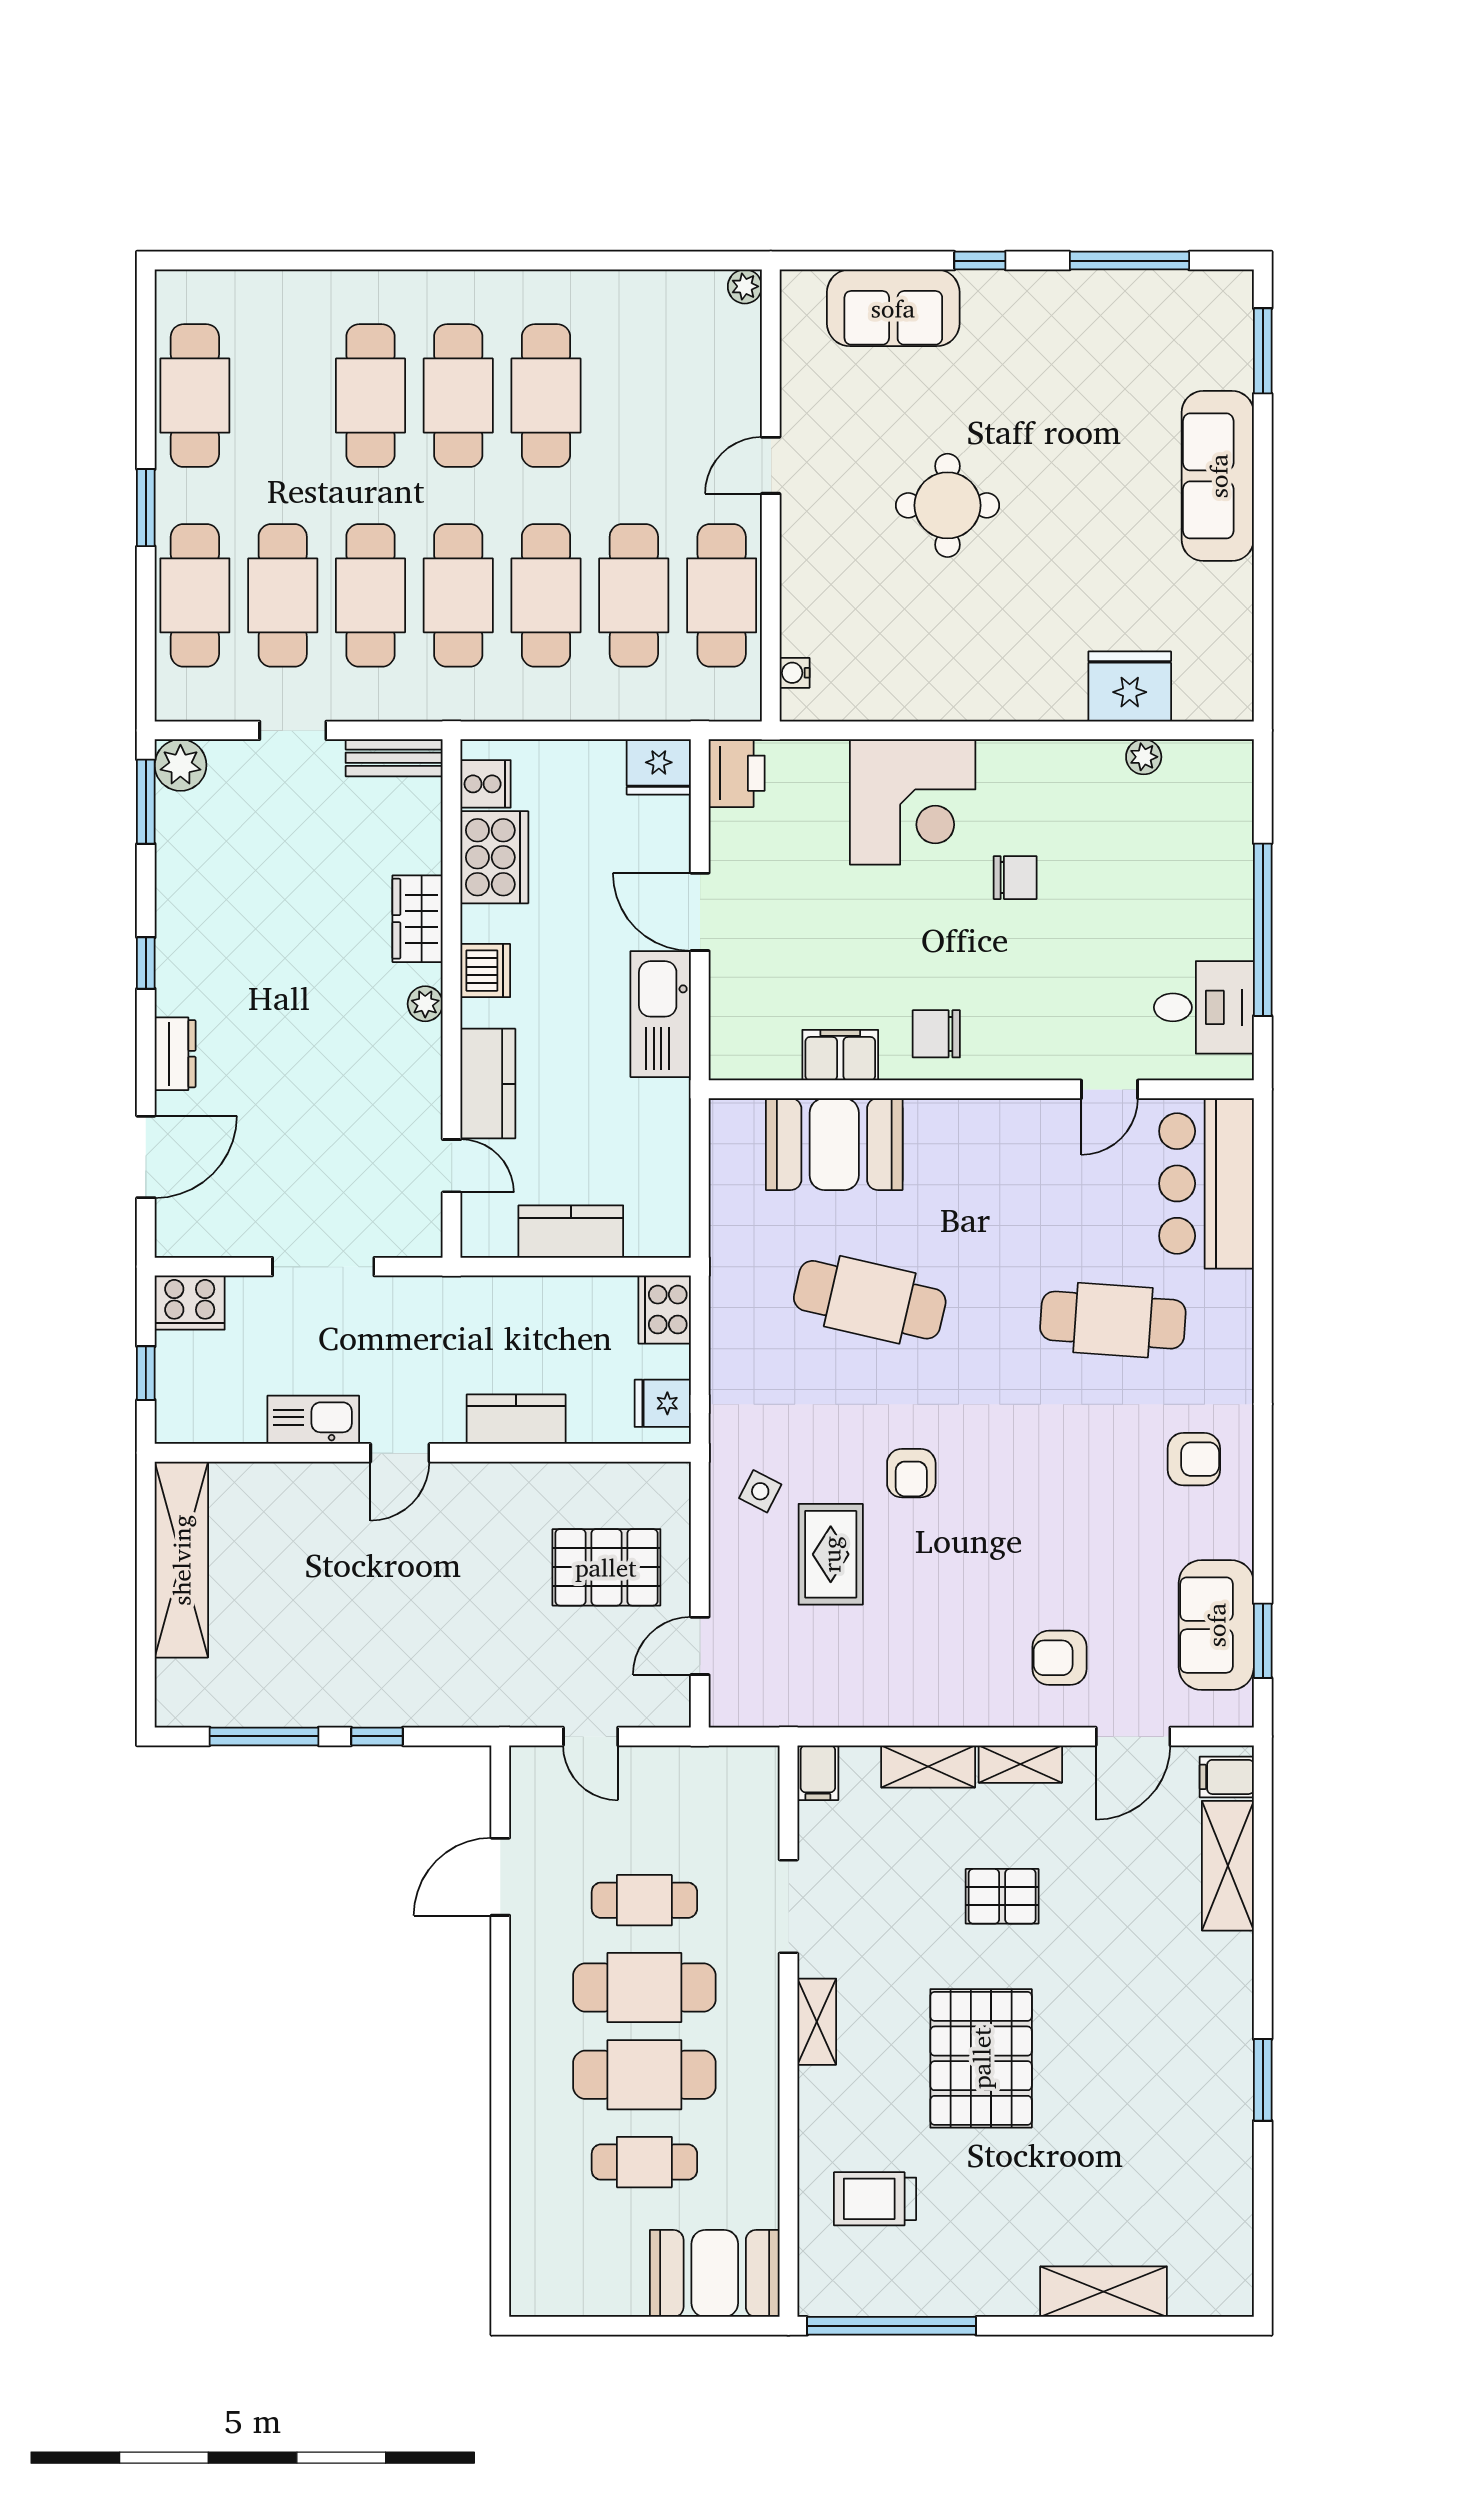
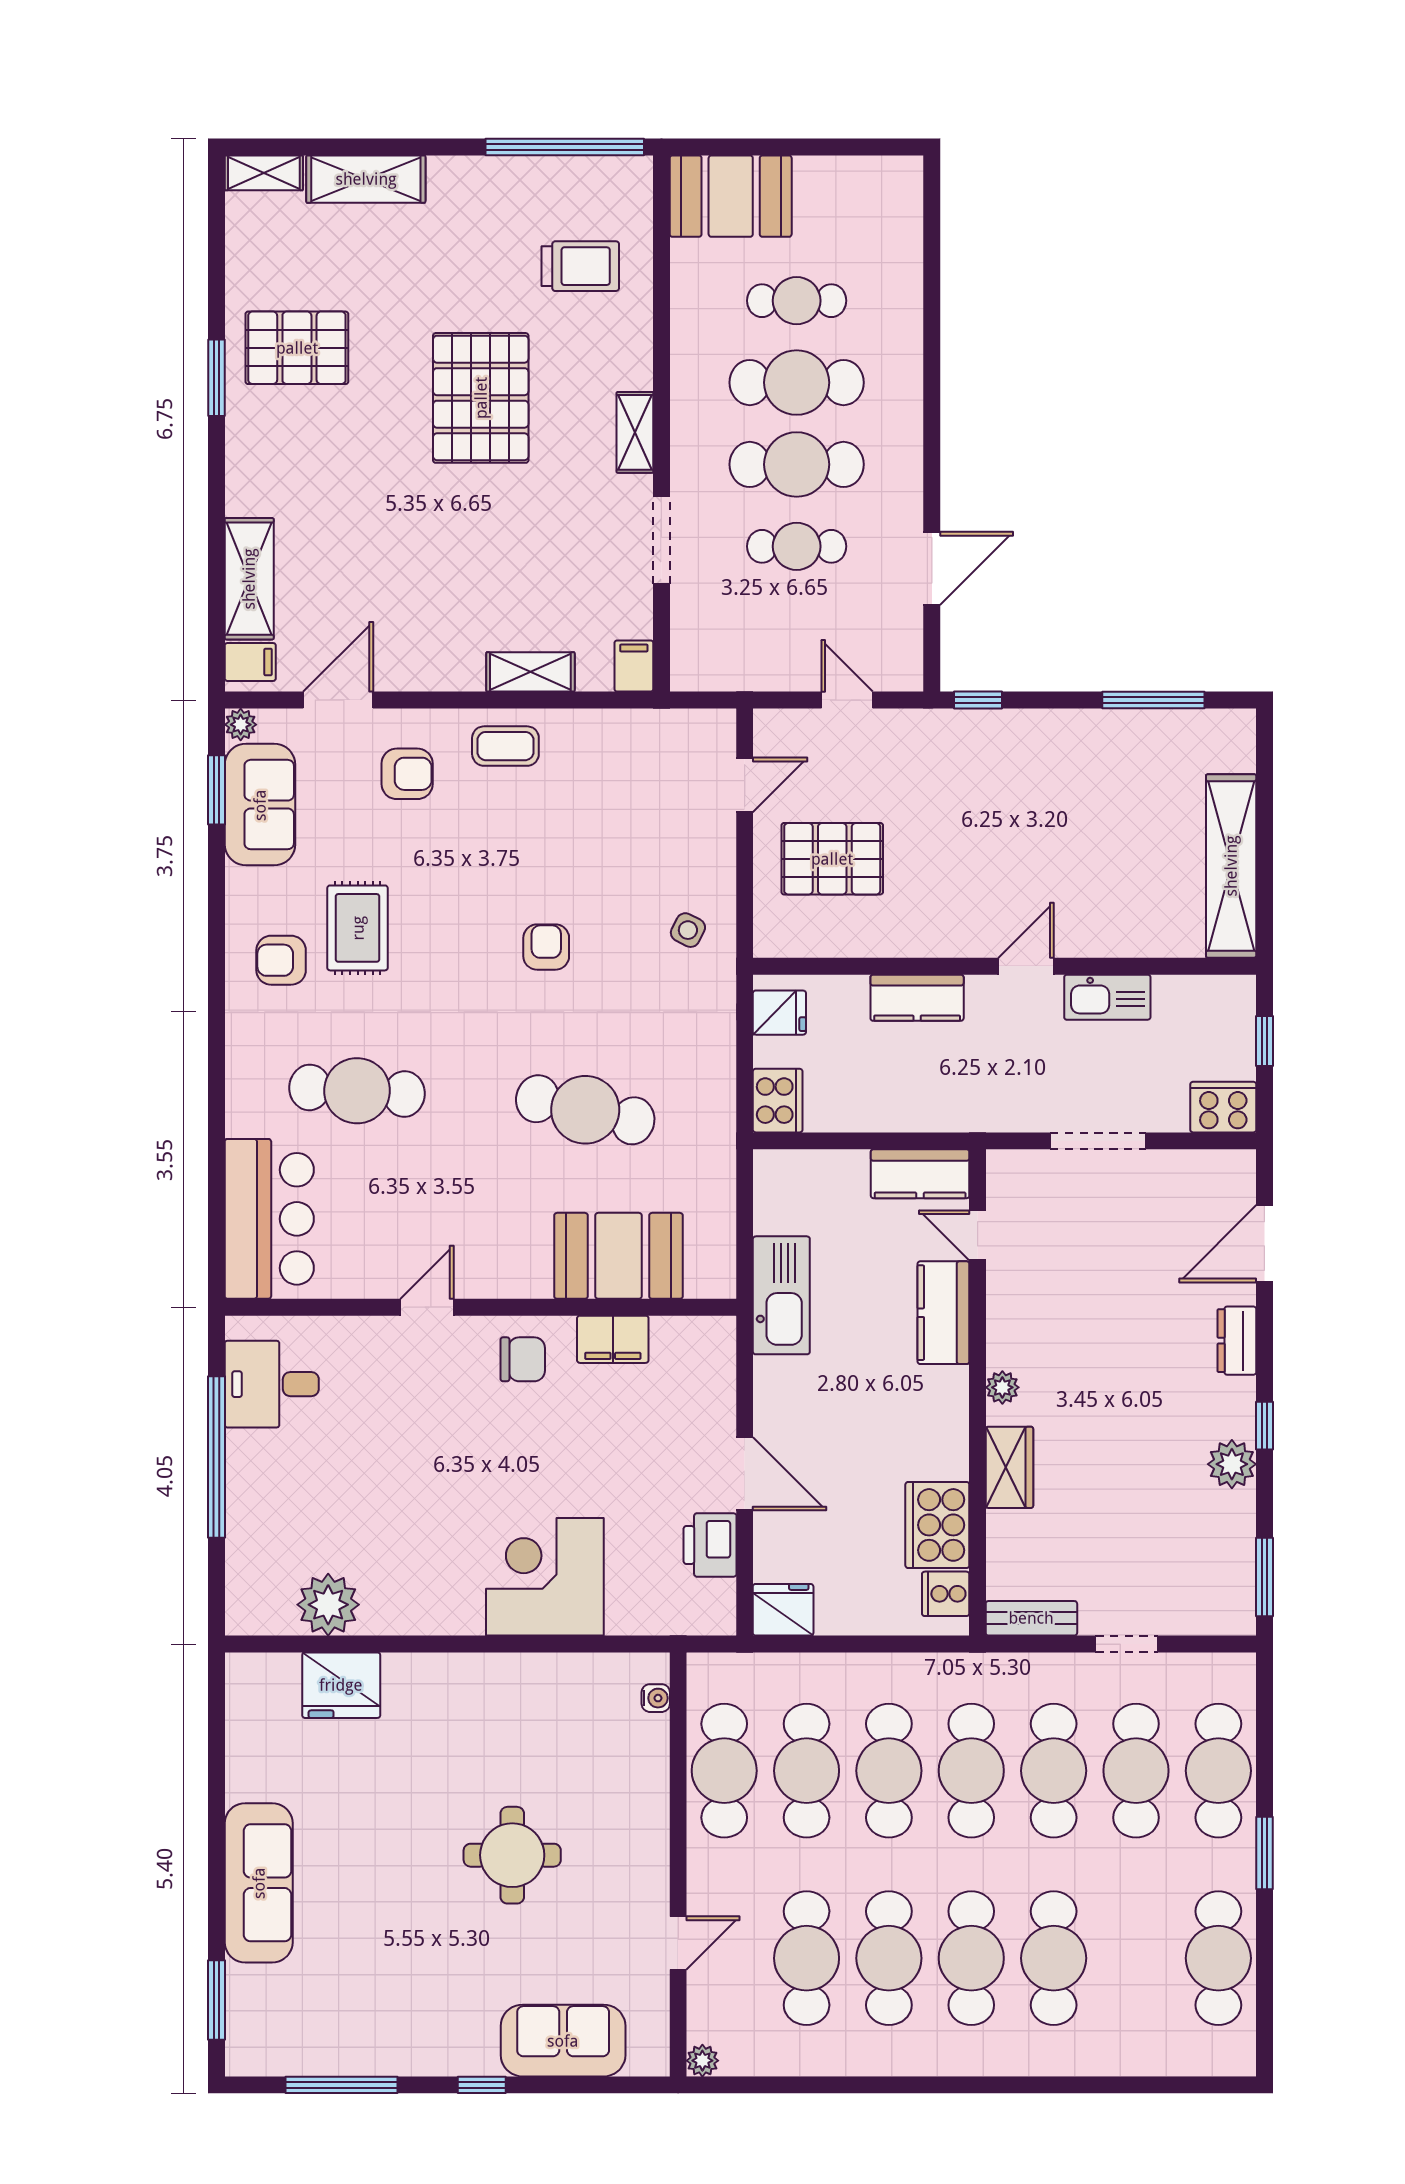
cafe table: (634, 396) -> (807, 1958), added
door: (771, 465) -> (678, 1943), moved
plant: (1144, 757) -> (328, 1605), width x1.88, depth x1.88
plant: (180, 765) -> (1232, 1464), moved
printer: (737, 773) -> (710, 1545), moved
chair: (1015, 878) -> (449, 1506), removed
dishwasher: (485, 971) -> (946, 1419), removed
kitchen sink: (661, 1014) -> (781, 1295), moved
door: (1109, 1089) -> (427, 1307), moved
kitchen counter: (571, 1232) -> (920, 1174), moved
rug: (831, 1554) -> (358, 928), moved
coffee table: (955, 1687) -> (505, 746), added
plant: (1237, 1710) -> (241, 725), added
window: (377, 1736) -> (978, 700), moved
shelving: (1020, 1764) -> (264, 173), moved
pallet: (1002, 1896) -> (297, 348), moved, width x1.50, depth x1.42

